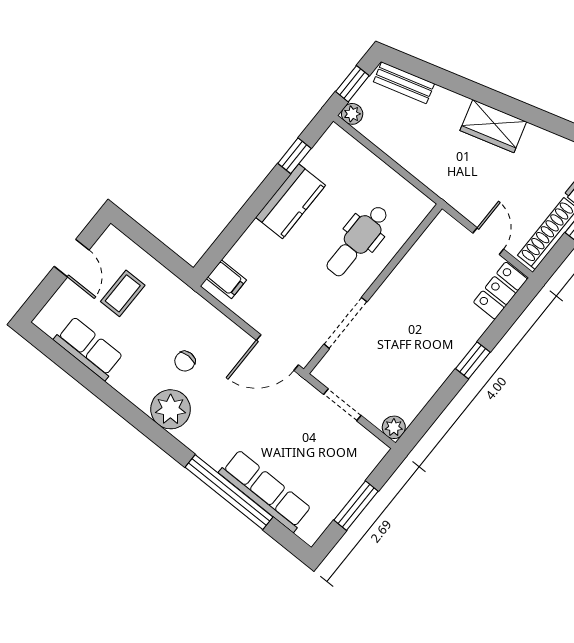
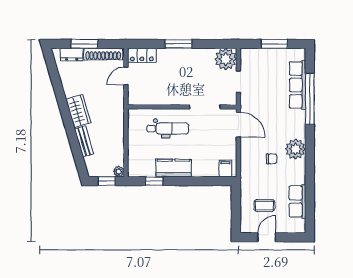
bench: (404, 83) -> (84, 141), moved
window: (473, 360) -> (179, 44), width x1.50
plant: (394, 427) -> (226, 59), width x1.87, depth x1.87

